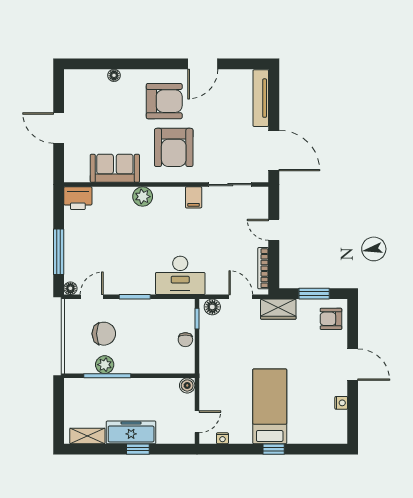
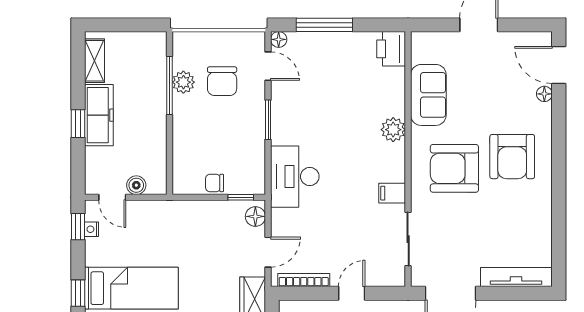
door: (203, 64) -> (559, 65), moved
boiler: (187, 385) -> (136, 185), moved
window: (220, 449) -> (78, 227), added

